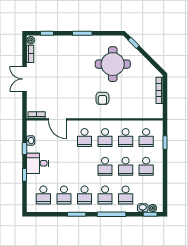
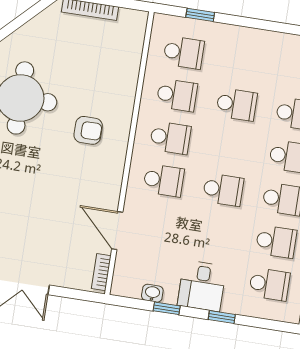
door: (57, 119) -> (117, 231), swing flipped
school desk: (105, 166) -> (223, 190), moved
school desk: (146, 166) -> (243, 62), removed

